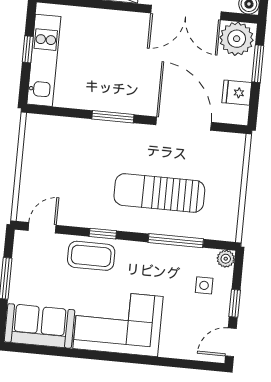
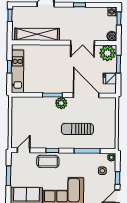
double door: (186, 12) -> (83, 43), width x0.73
plant: (130, 135) -> (61, 103), added
sun lounger: (159, 193) -> (77, 129), width x0.73, depth x0.75

